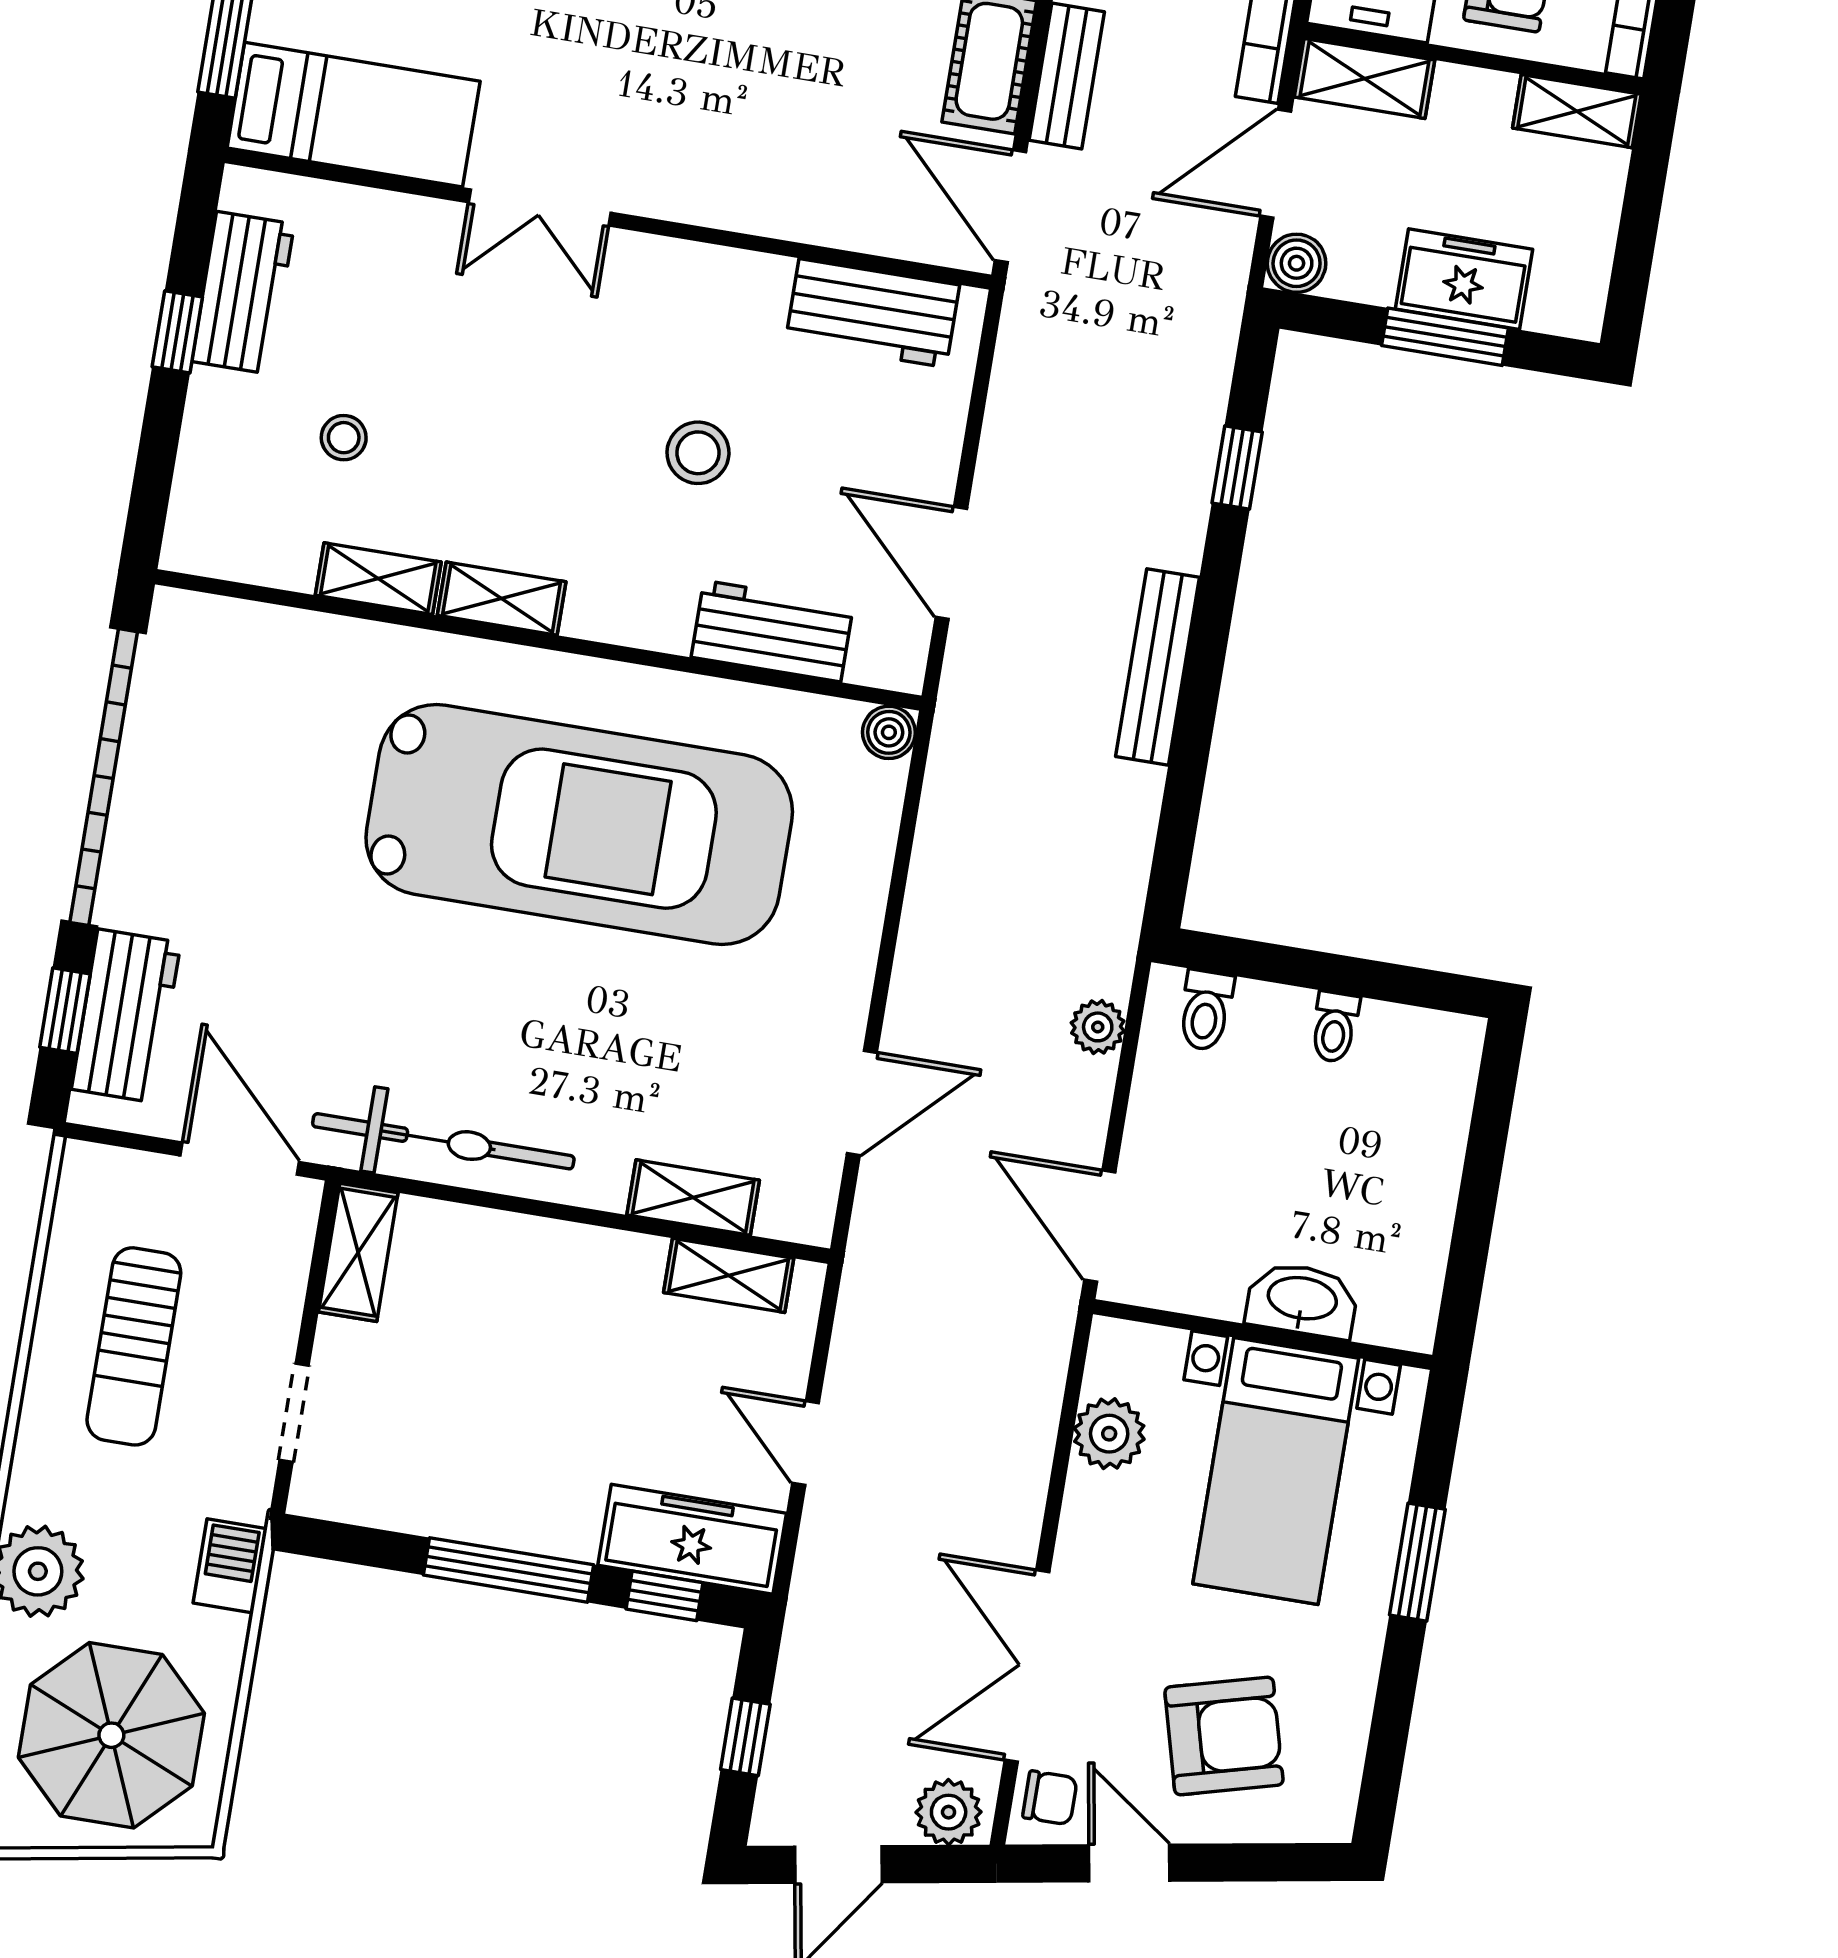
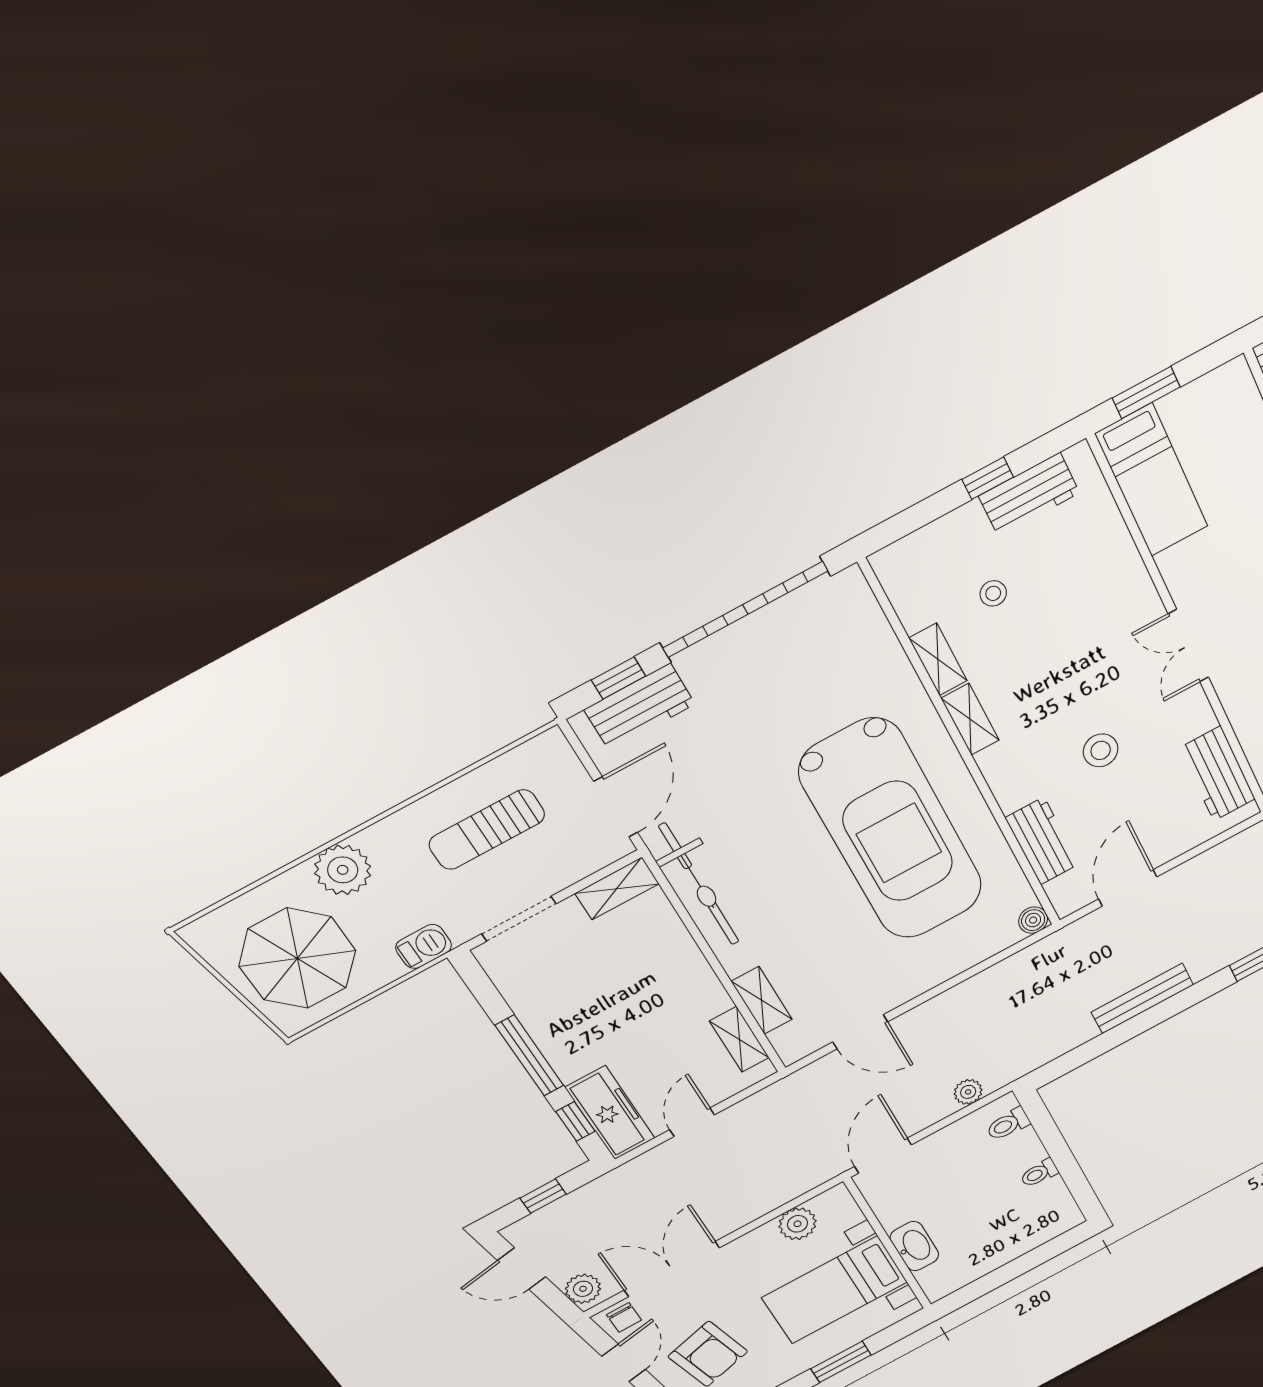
double door: (540, 208) -> (1188, 646), moved
doorway: (294, 1413) -> (519, 919), width x1.38

